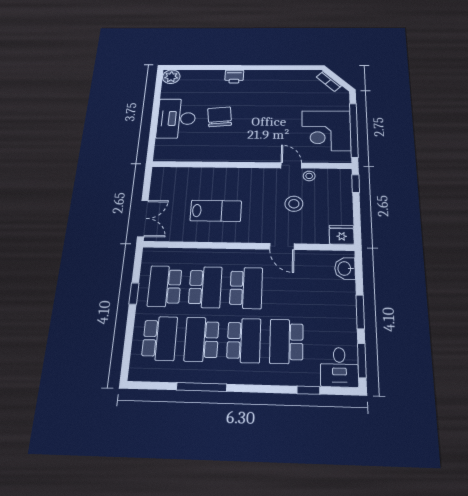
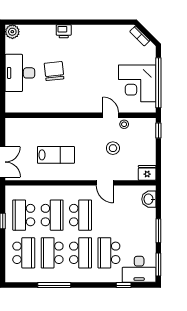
desk: (339, 367) -> (139, 269), width x1.37

